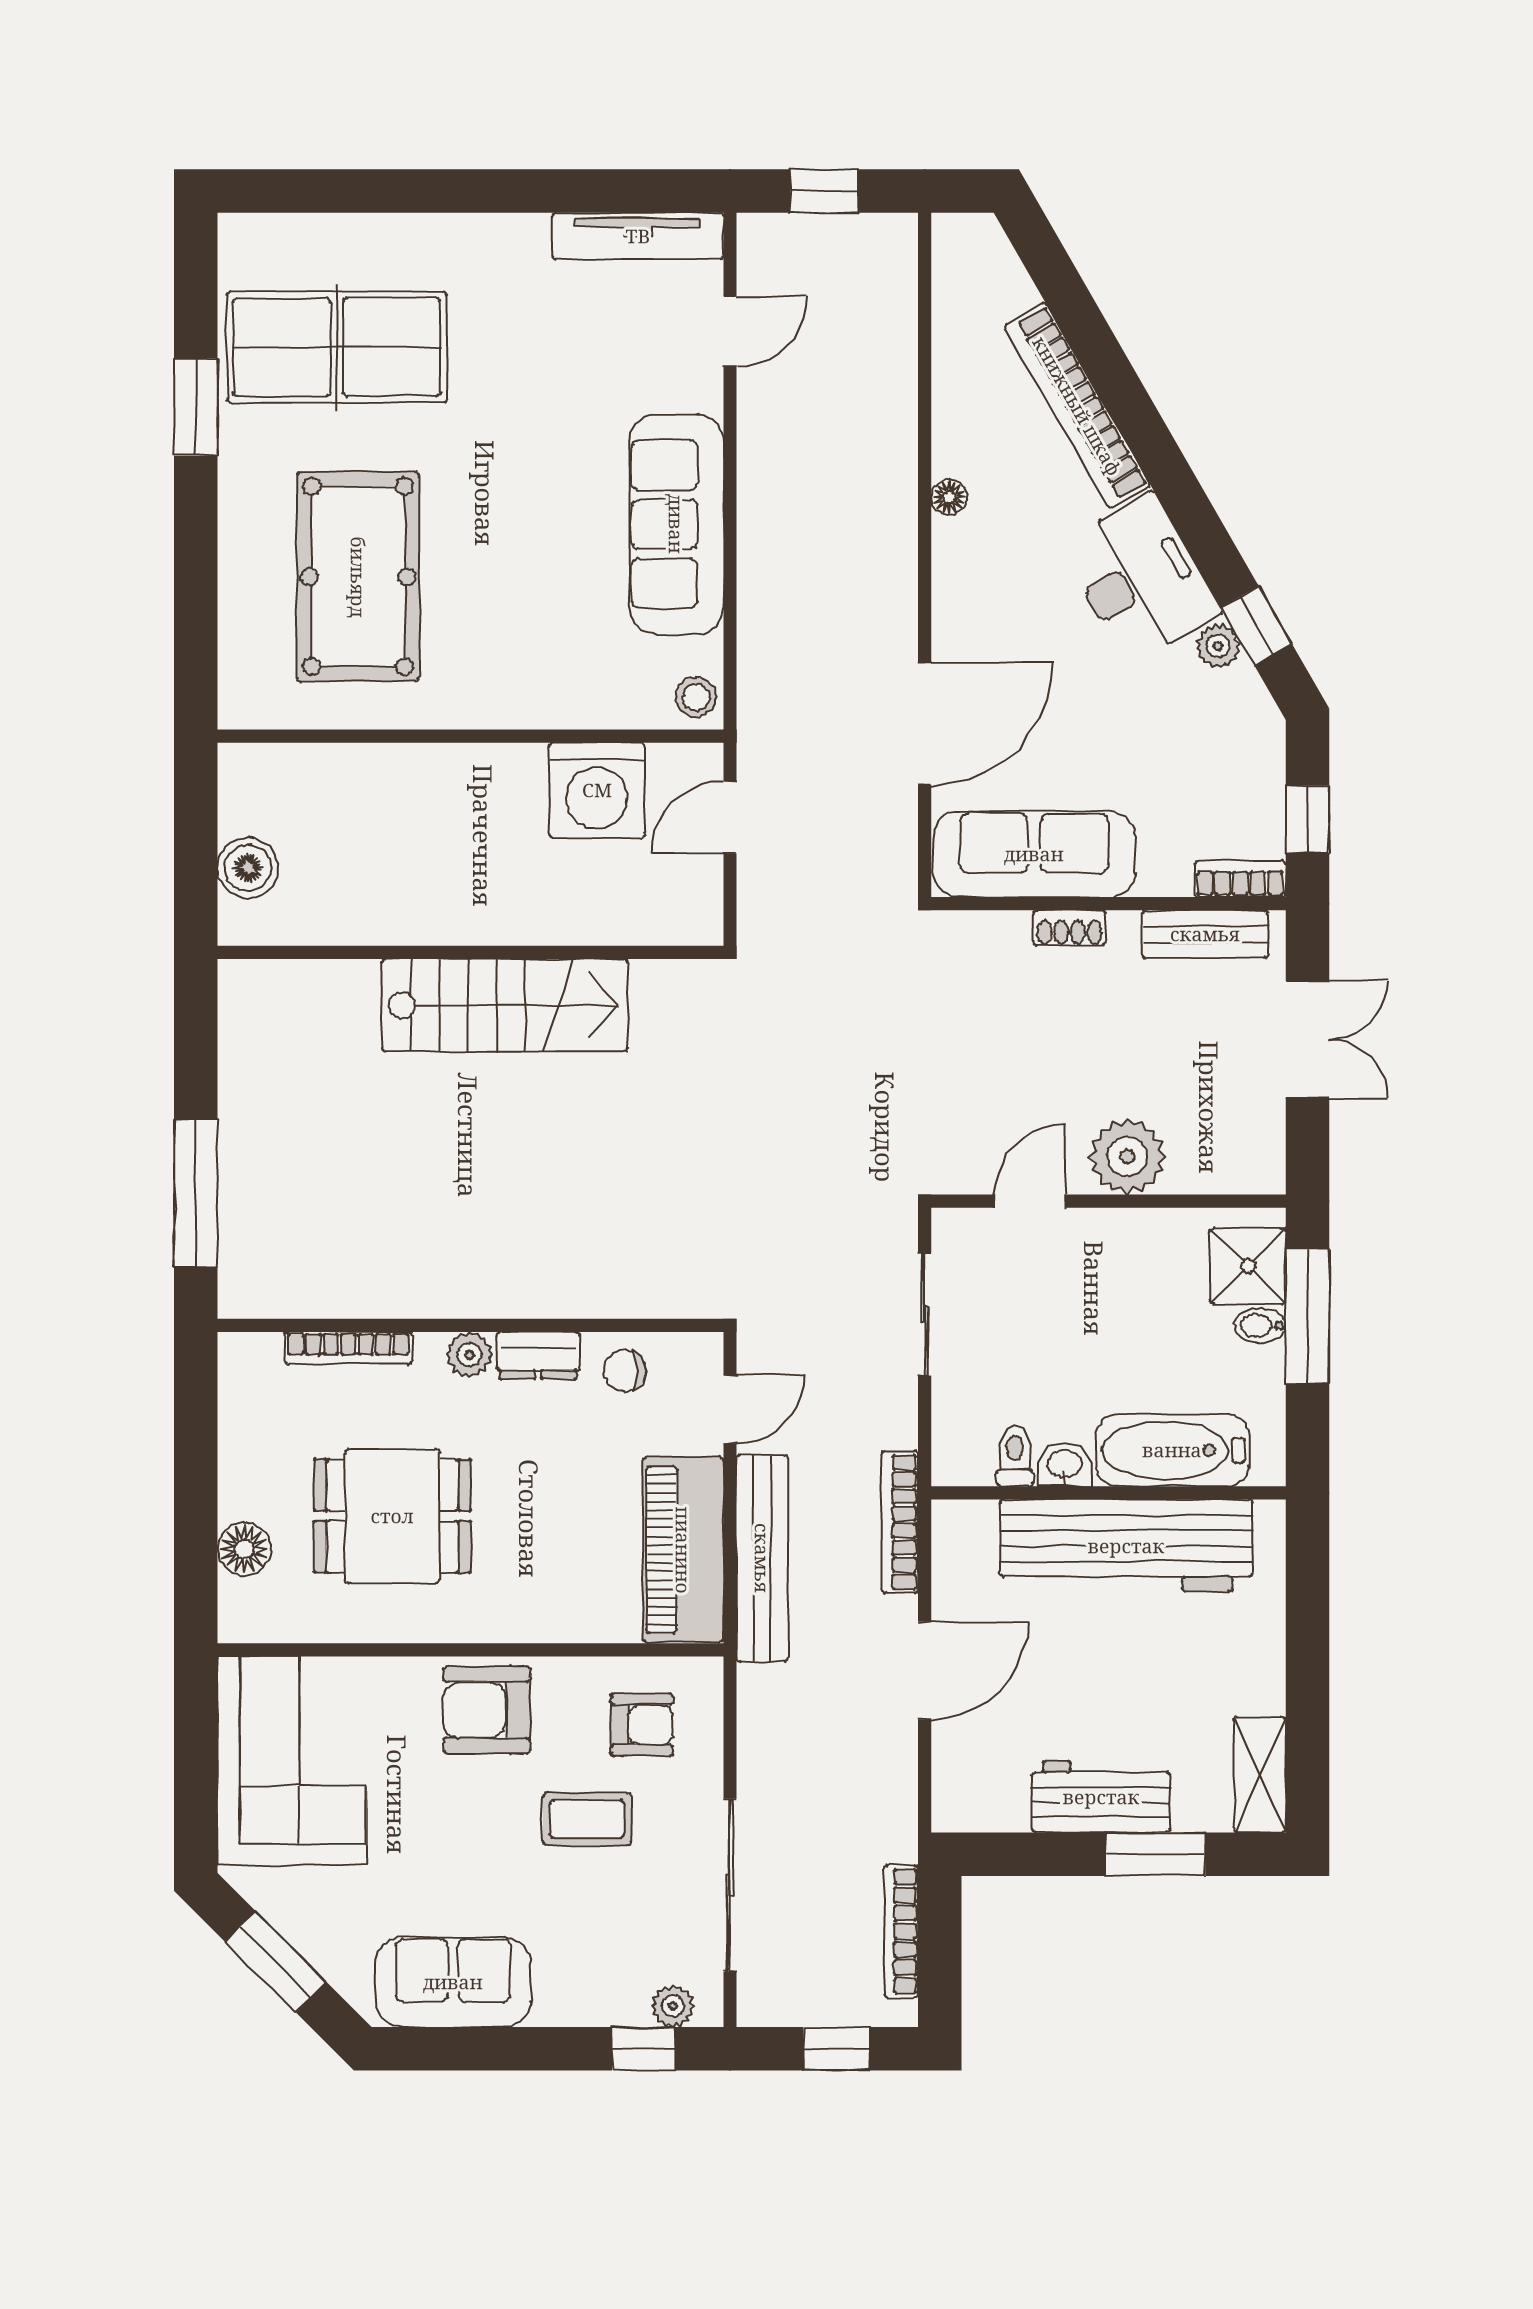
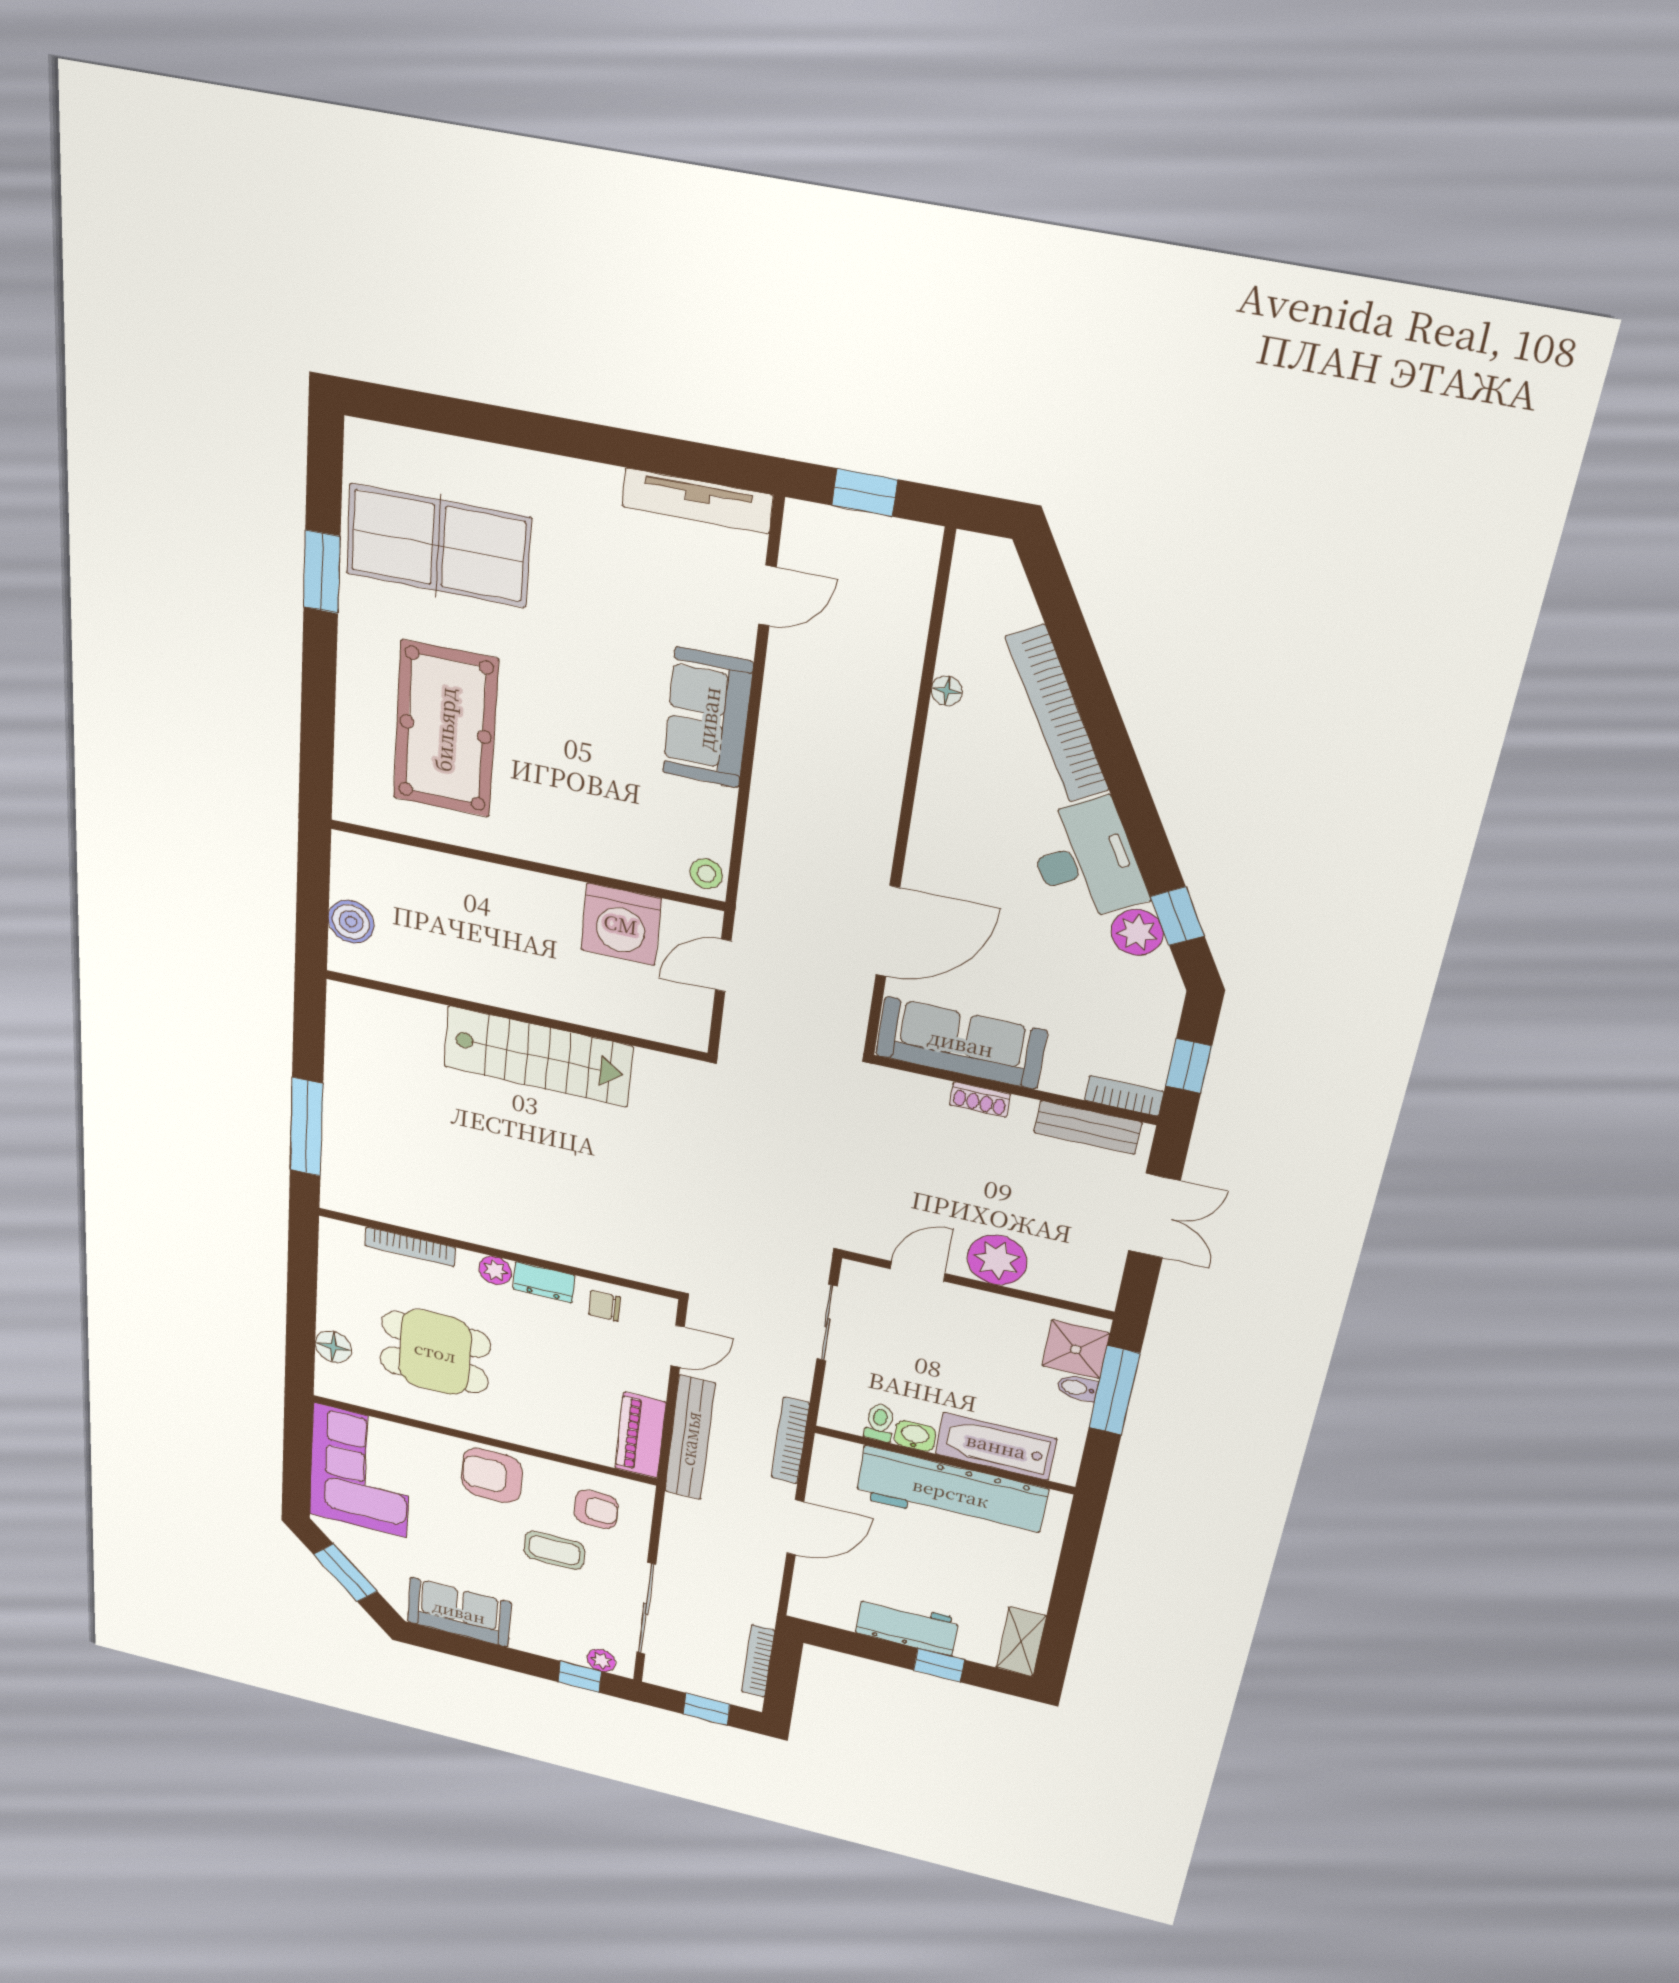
floor lamp: (949, 497) -> (947, 691), moved
sofa: (676, 524) -> (708, 718), width x0.73
plant: (1218, 646) -> (1137, 932), width x1.38, depth x1.38
piano: (683, 1550) -> (640, 1435), width x0.73, depth x0.75
window: (1155, 1854) -> (939, 1665), width x0.67

